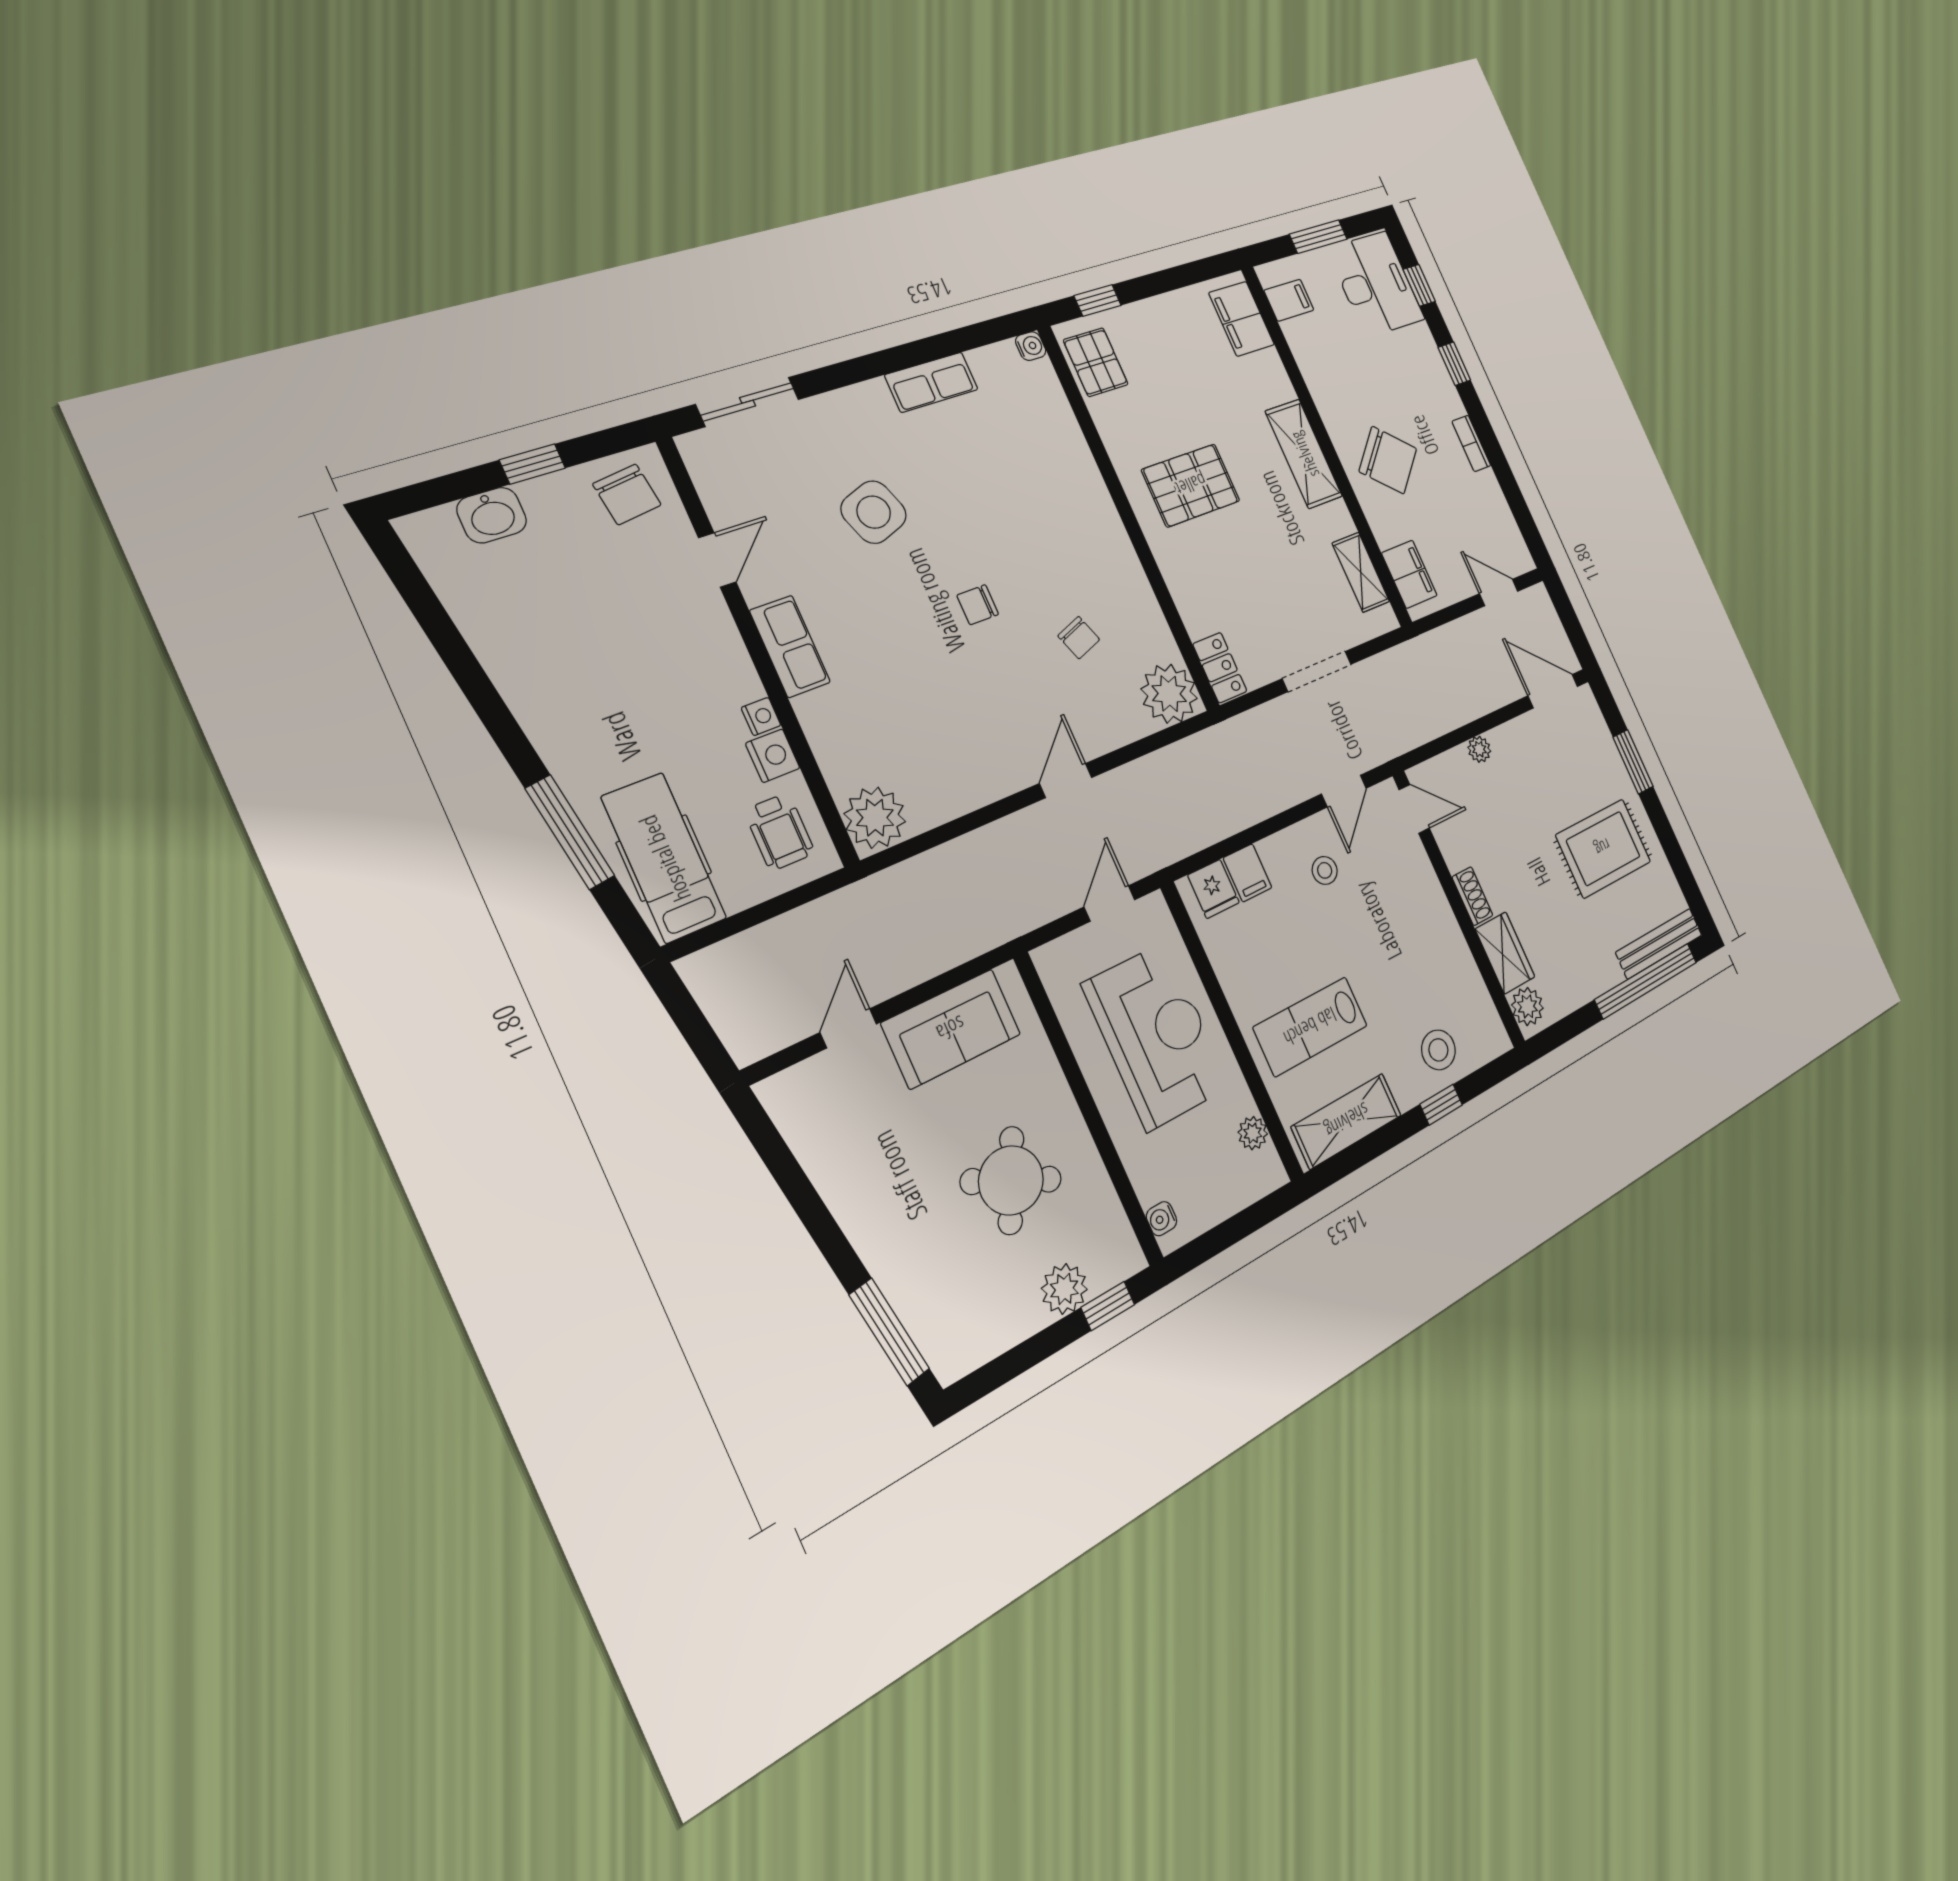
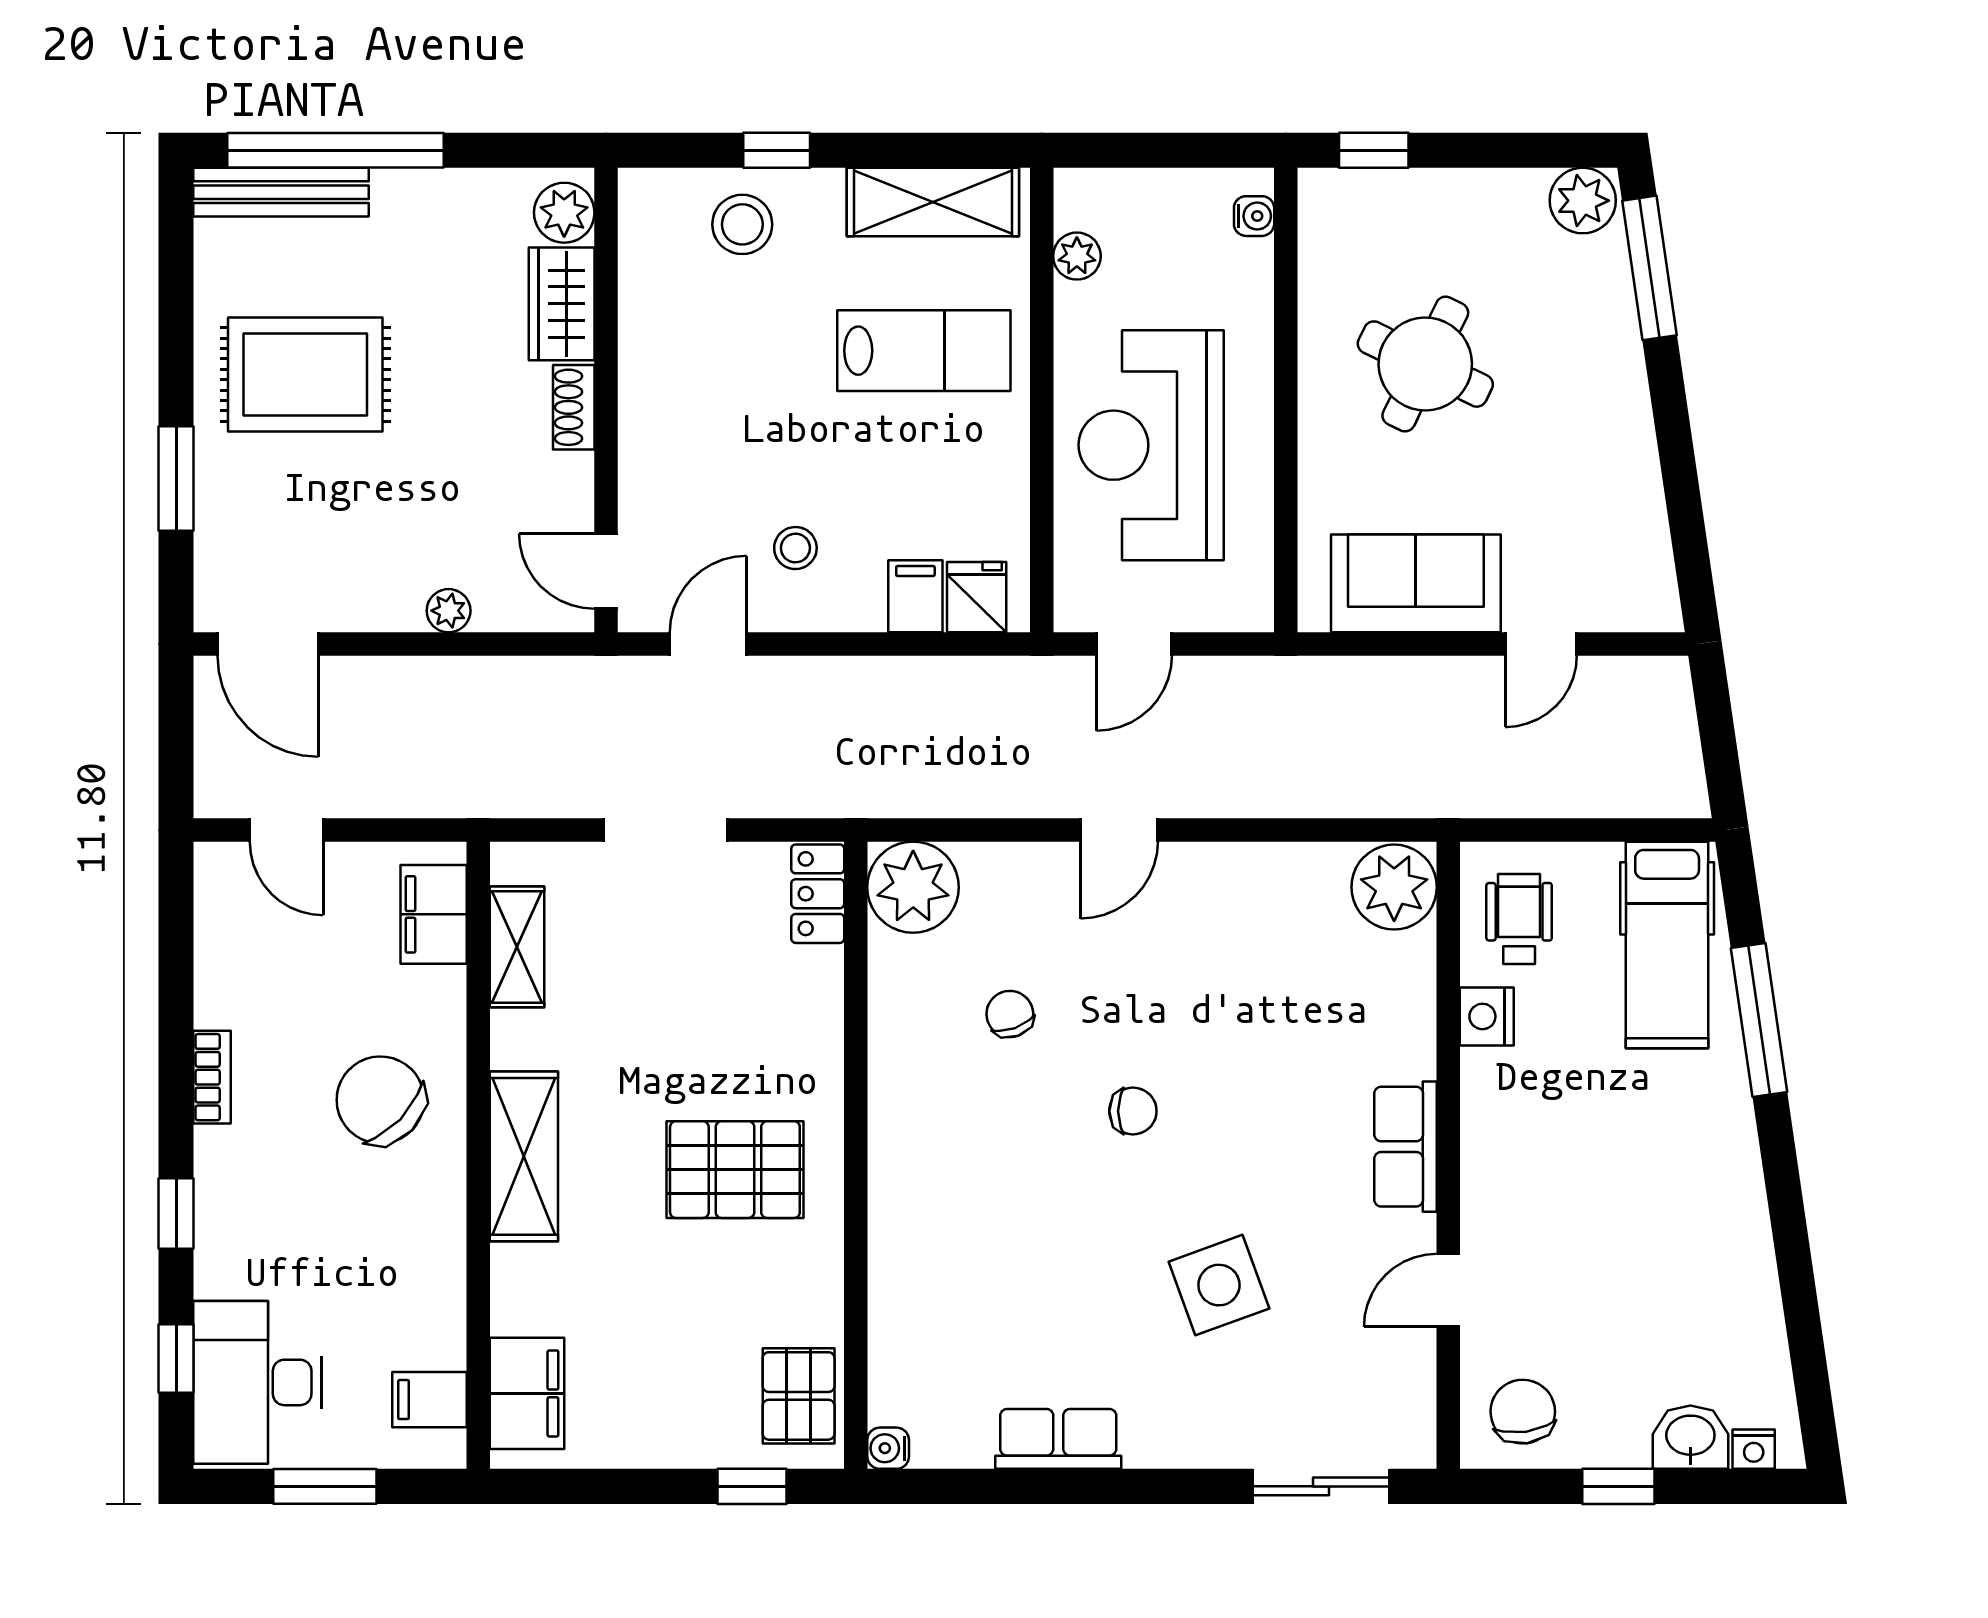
nightstand: (761, 717) -> (1754, 1449), moved, turned -90
plant: (1064, 1289) -> (1583, 201), moved

